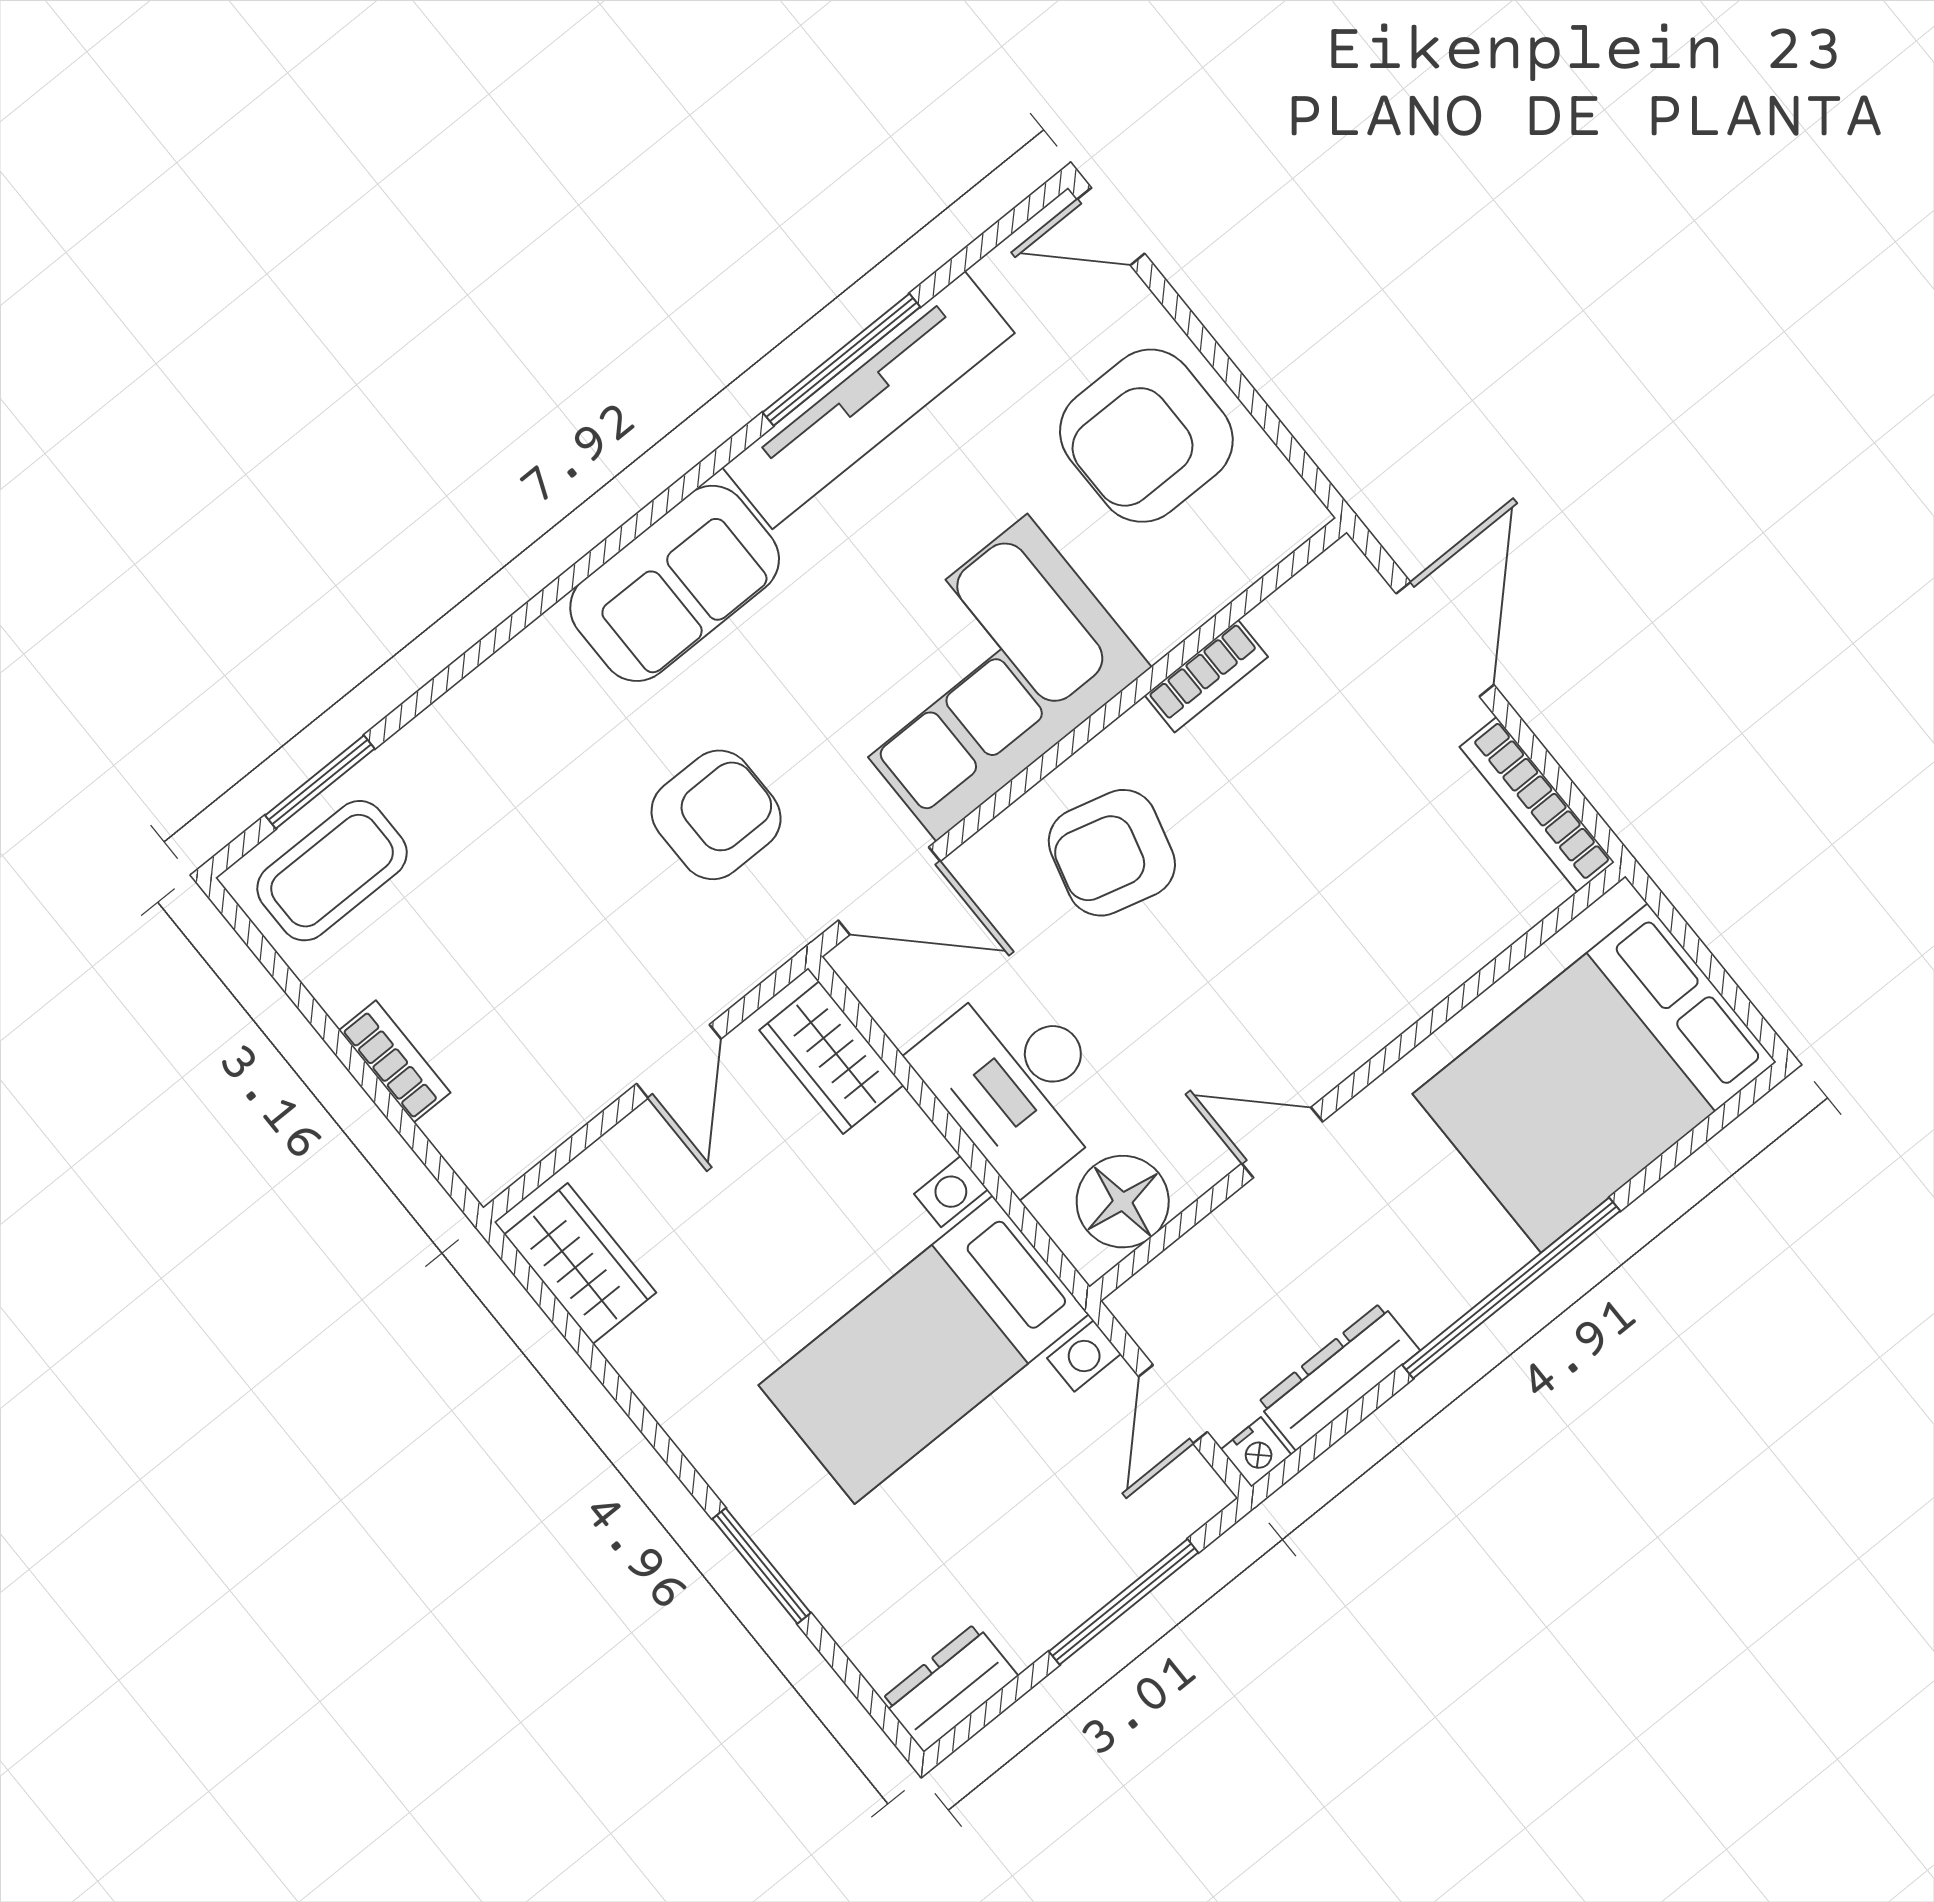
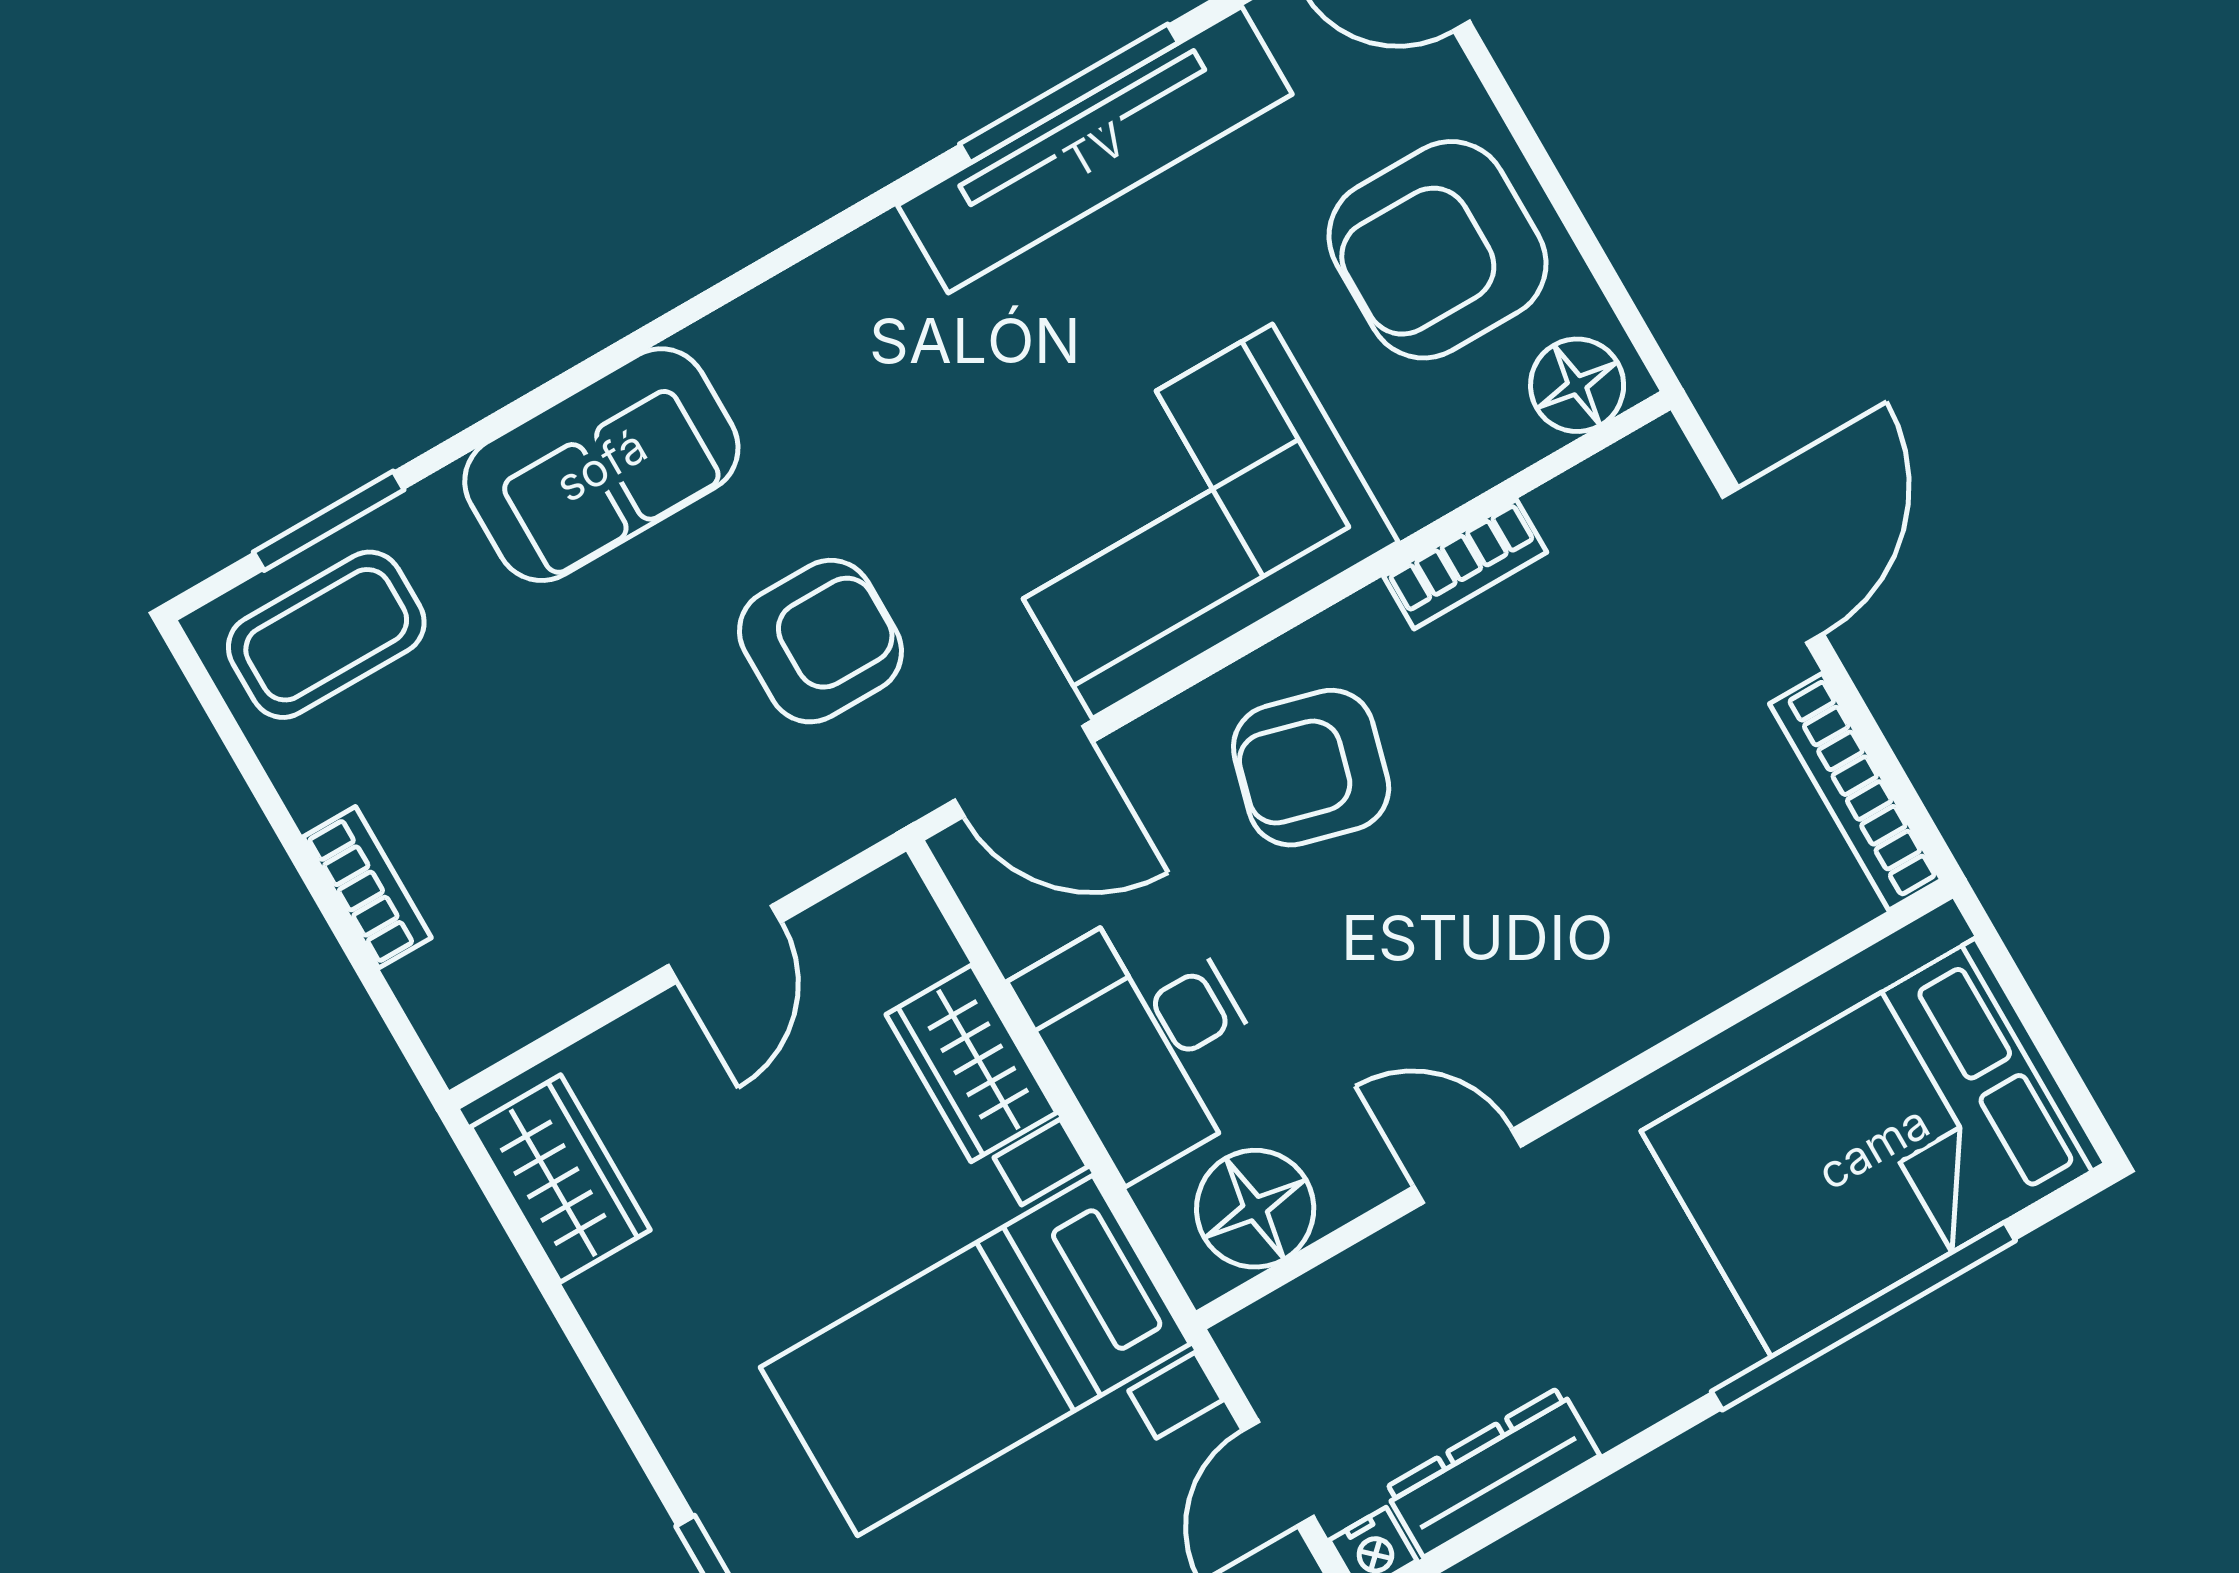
floor lamp: (1271, 524) -> (1577, 385), added
sofa: (675, 583) -> (601, 465), moved
wardrobe: (831, 1058) -> (971, 1063), moved
window: (1511, 1288) -> (1863, 1316), moved

